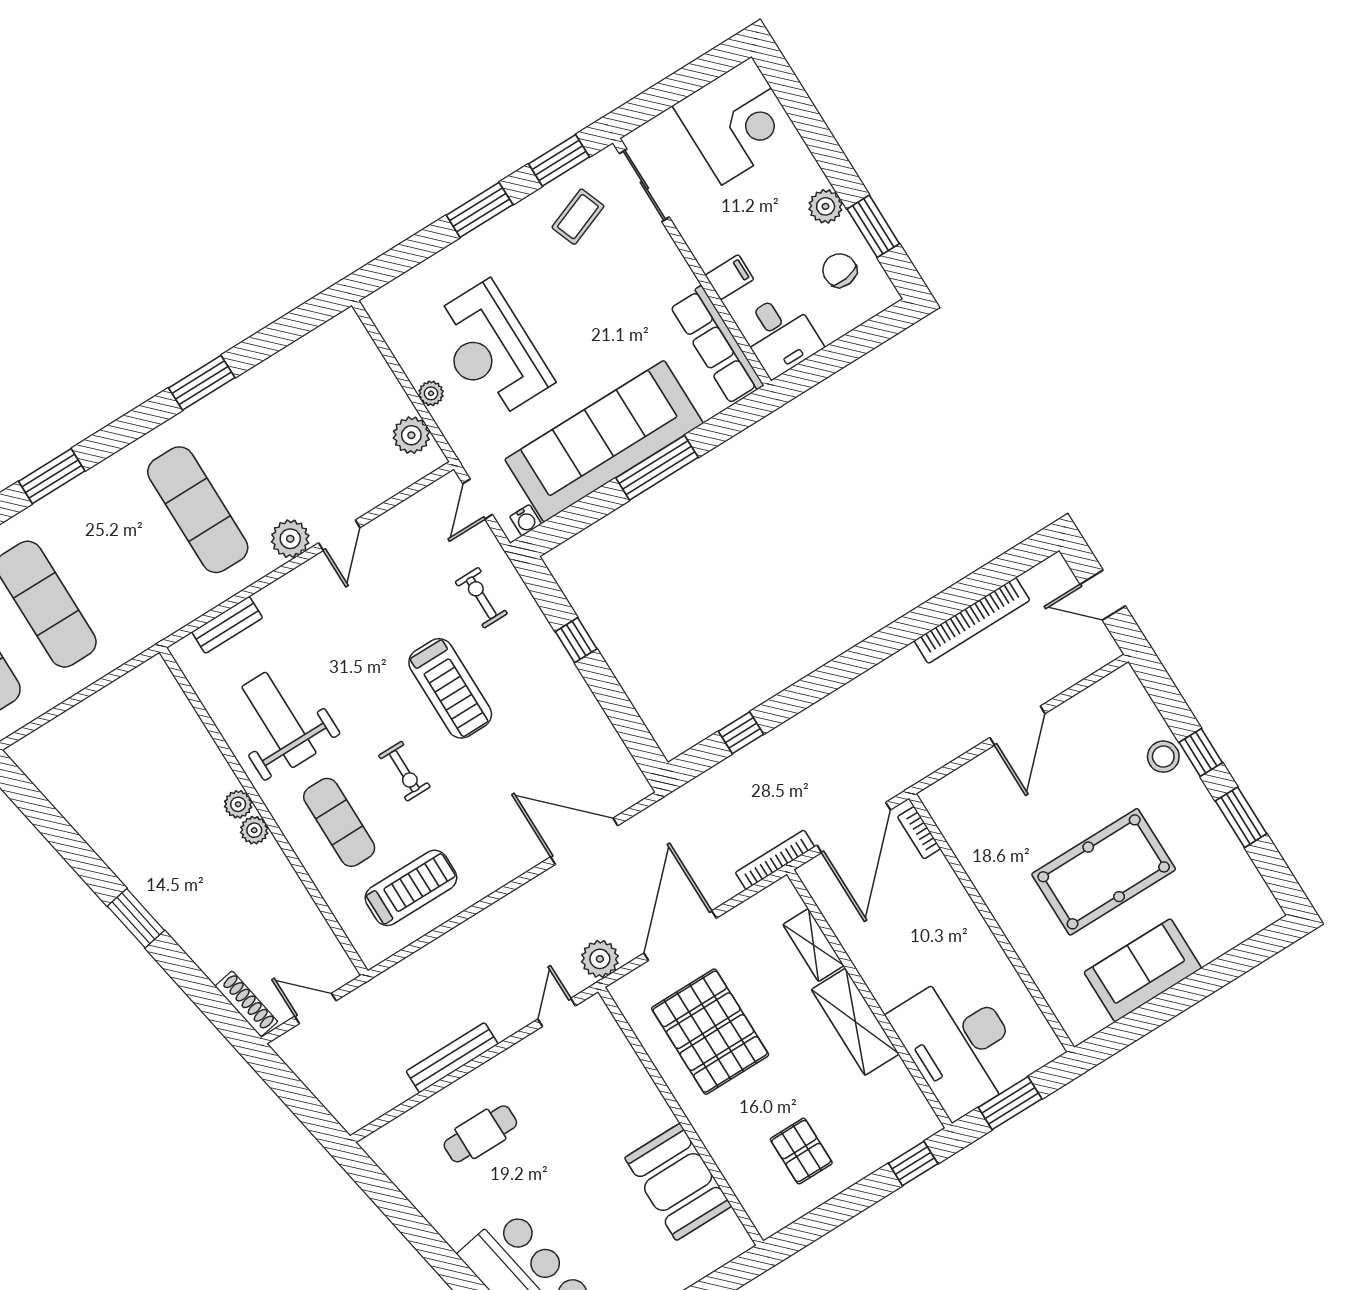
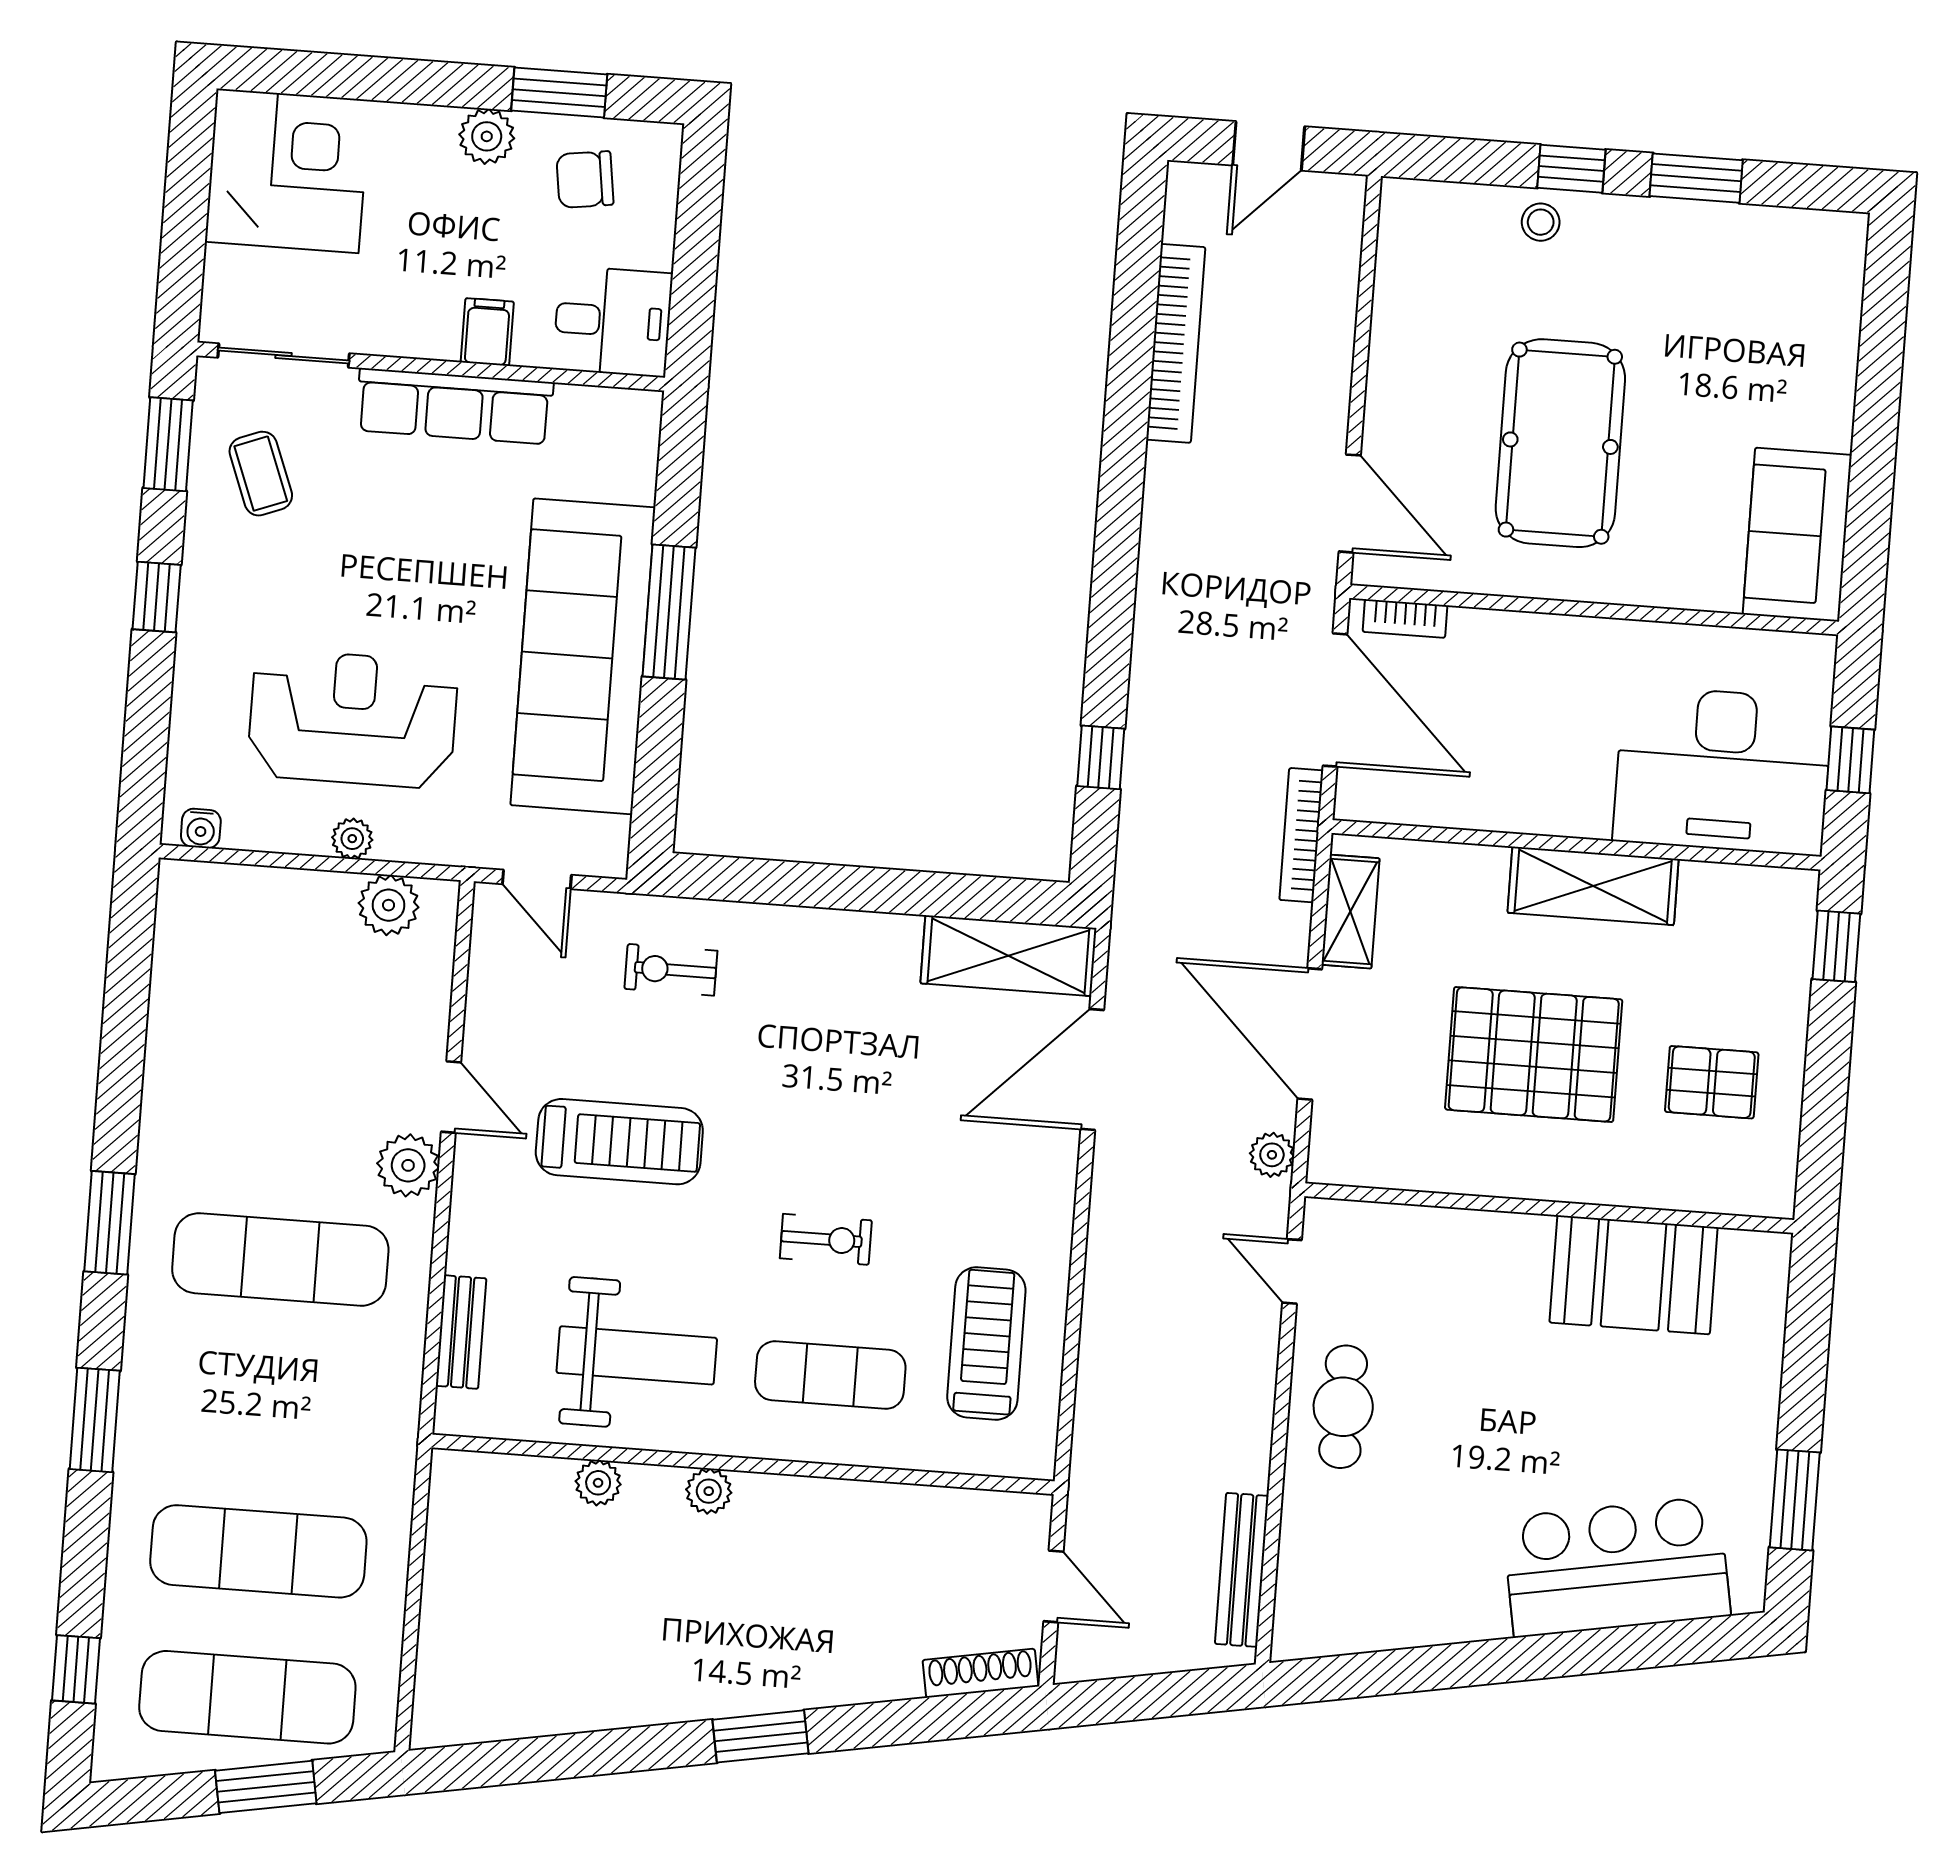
window: (480, 210) -> (157, 597), width x0.67
row of seats: (717, 345) -> (455, 406), moved
reception desk: (490, 350) -> (353, 719), turned 180
window: (202, 383) -> (110, 1223), moved
water cooler: (526, 520) -> (201, 828), moved, turned 90
window: (576, 640) -> (819, 886), removed
treadmill: (450, 688) -> (619, 1142), moved
weight bench: (279, 720) -> (637, 1355), turned 180
door: (1017, 726) -> (1350, 503), moved
stool: (1163, 757) -> (1541, 222), width x0.73, depth x0.73
shelving: (610, 759) -> (1008, 956), added
plant: (254, 830) -> (598, 1483), moved
pool table: (1104, 872) -> (1560, 443), moved
shelving: (813, 945) -> (1350, 912), moved, turned 90
plant: (600, 959) -> (1272, 1155), width x0.73, depth x0.73
sofa: (1143, 970) -> (1797, 535), moved
door: (315, 1008) -> (1053, 1586), swing flipped
pallet: (710, 1032) -> (1534, 1054), moved
bench: (452, 1058) -> (1242, 1570), moved
window: (1010, 1103) -> (1850, 760), width x0.67
cafe table: (480, 1134) -> (1343, 1407), moved

